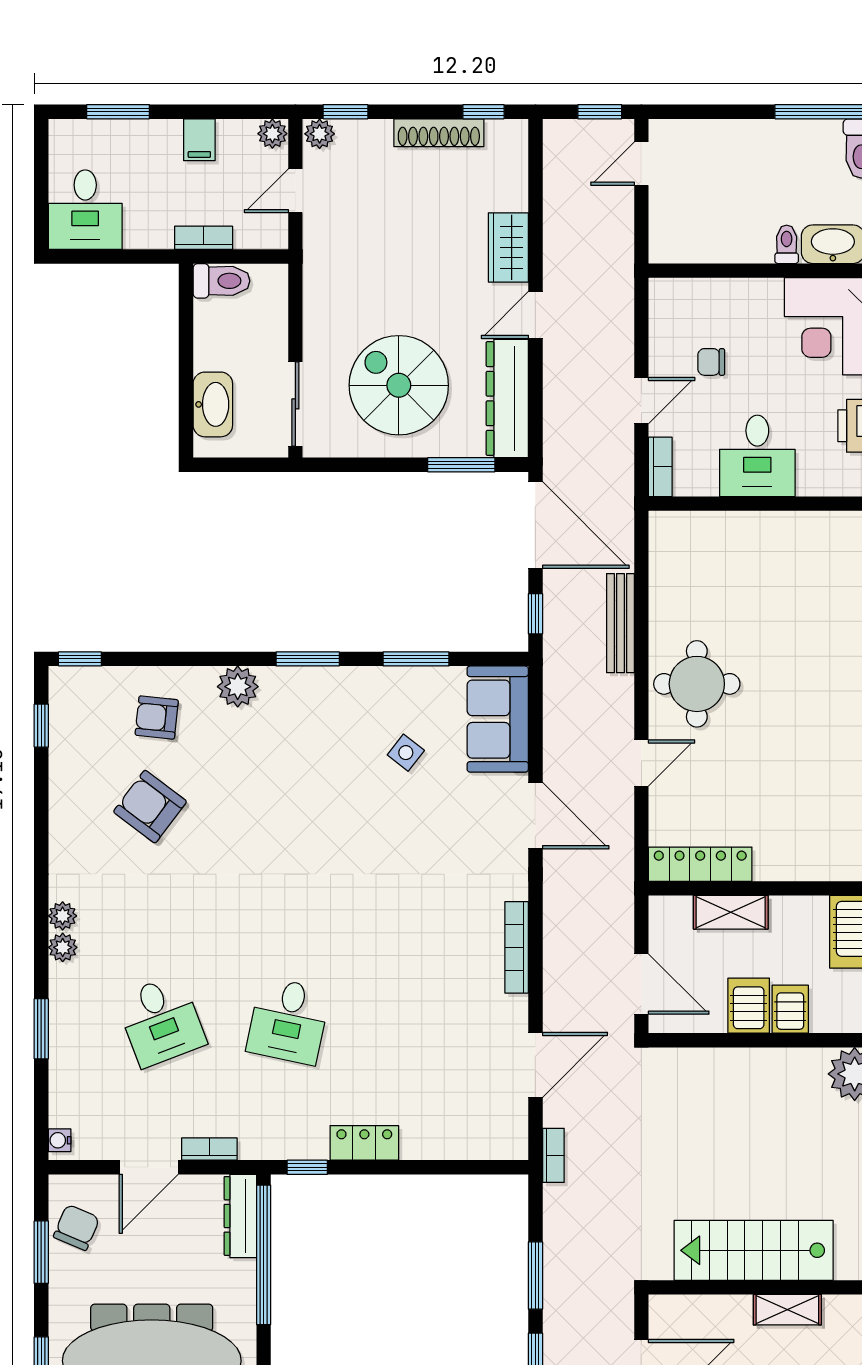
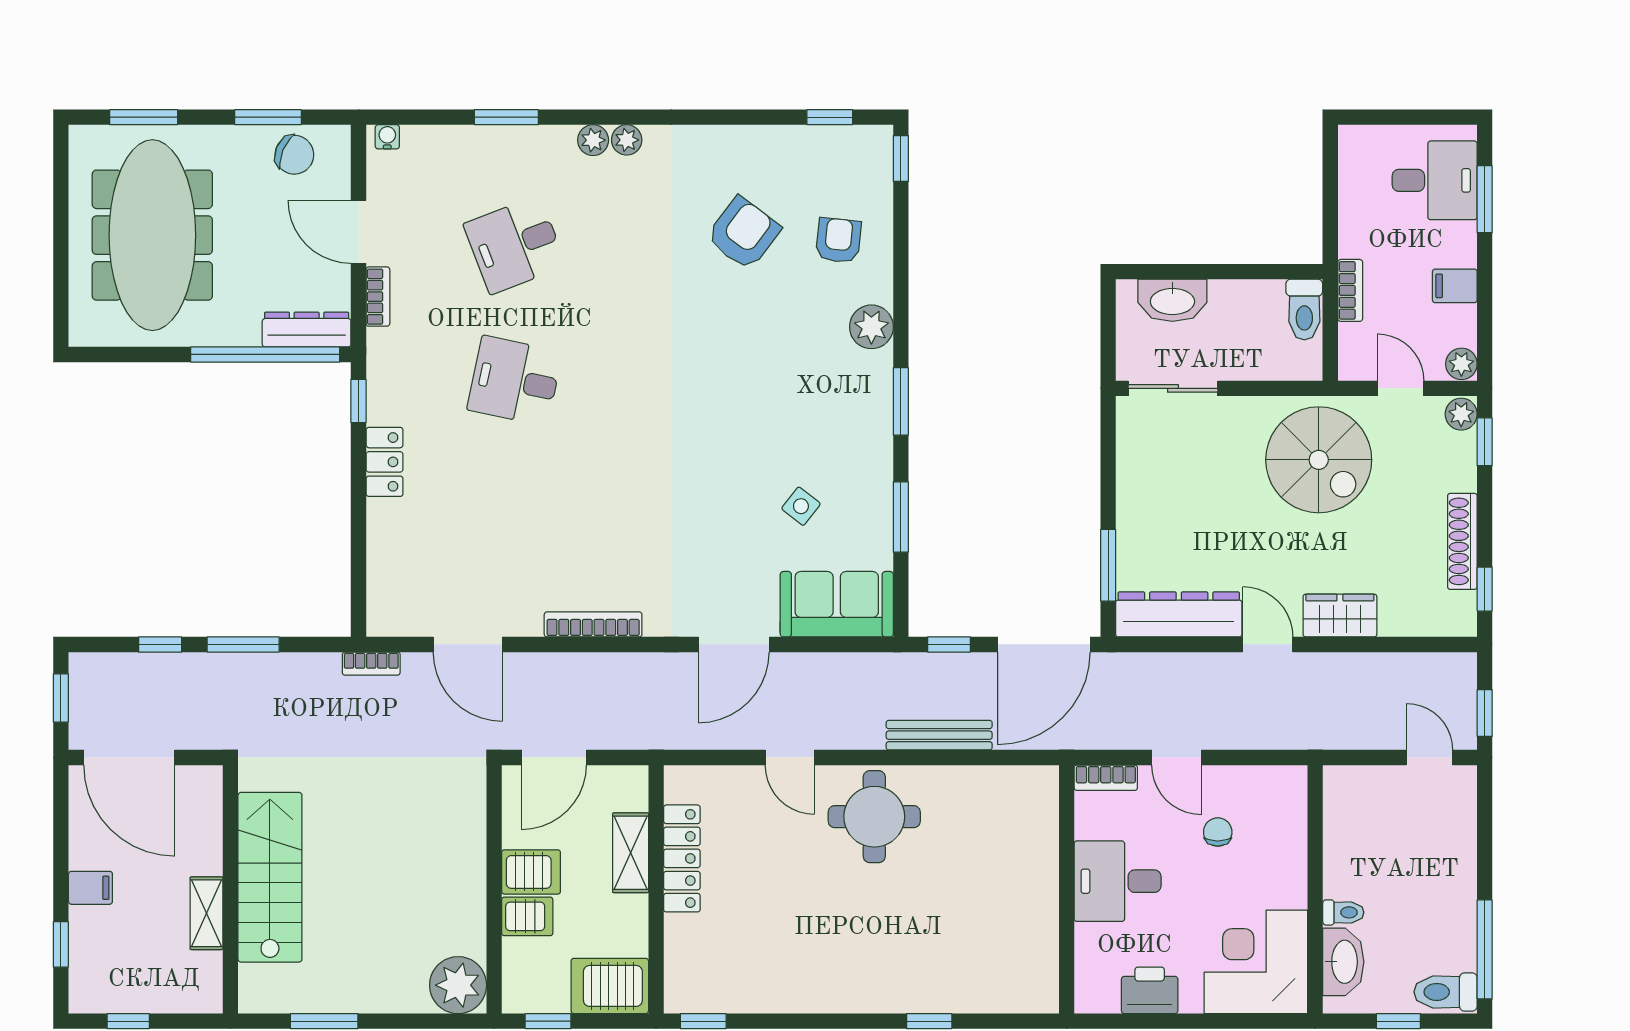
desk: (85, 210) -> (1435, 180), moved, turned 180
spiral stairs: (399, 385) -> (1319, 460), moved, turned 90
locker: (700, 864) -> (682, 858), moved

